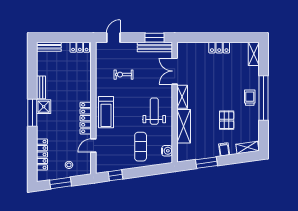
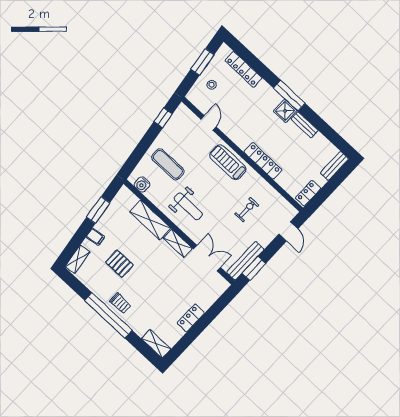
locker: (86, 118) -> (263, 161), moved

